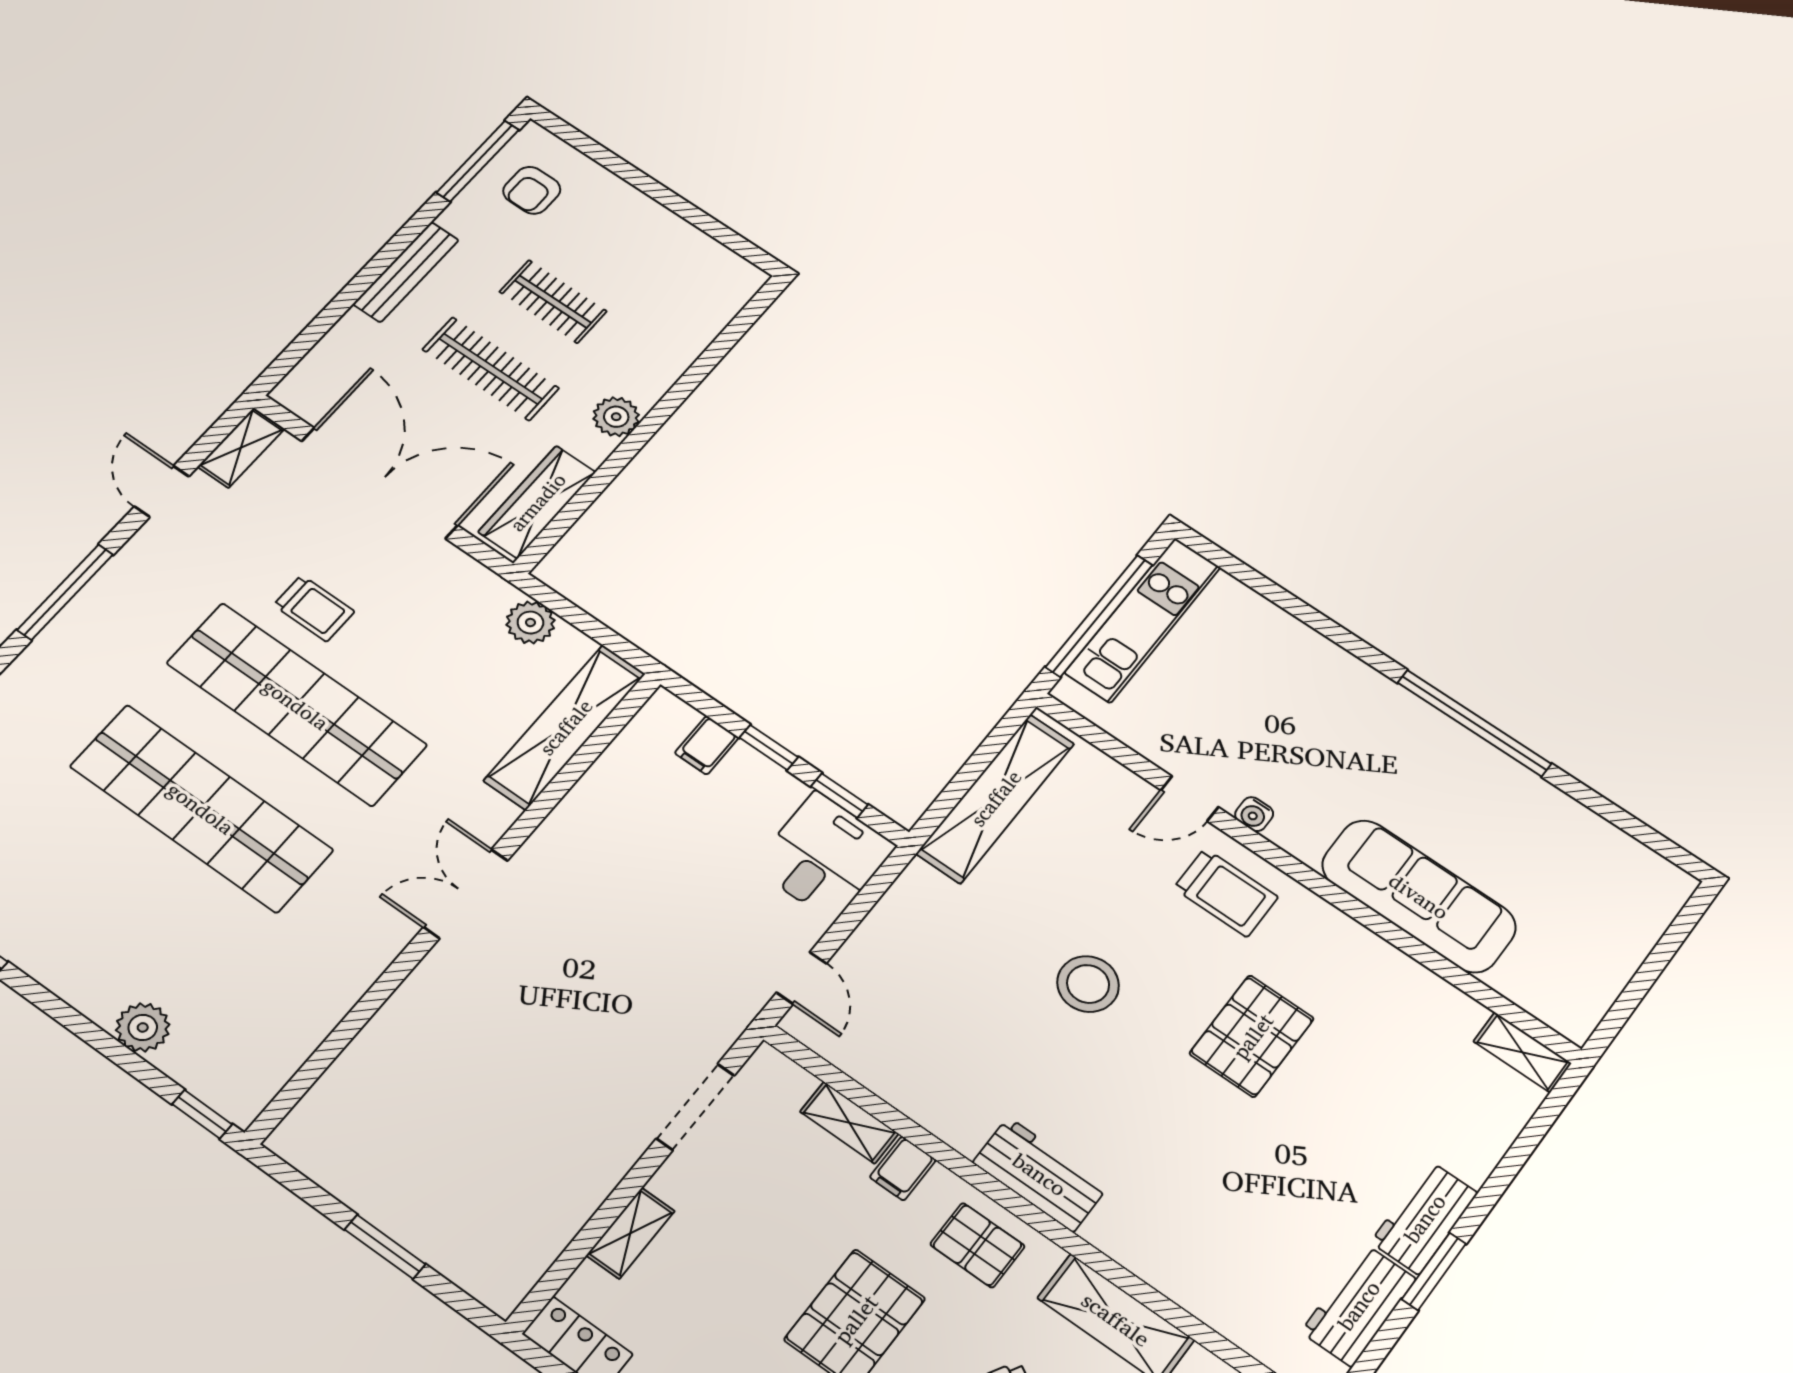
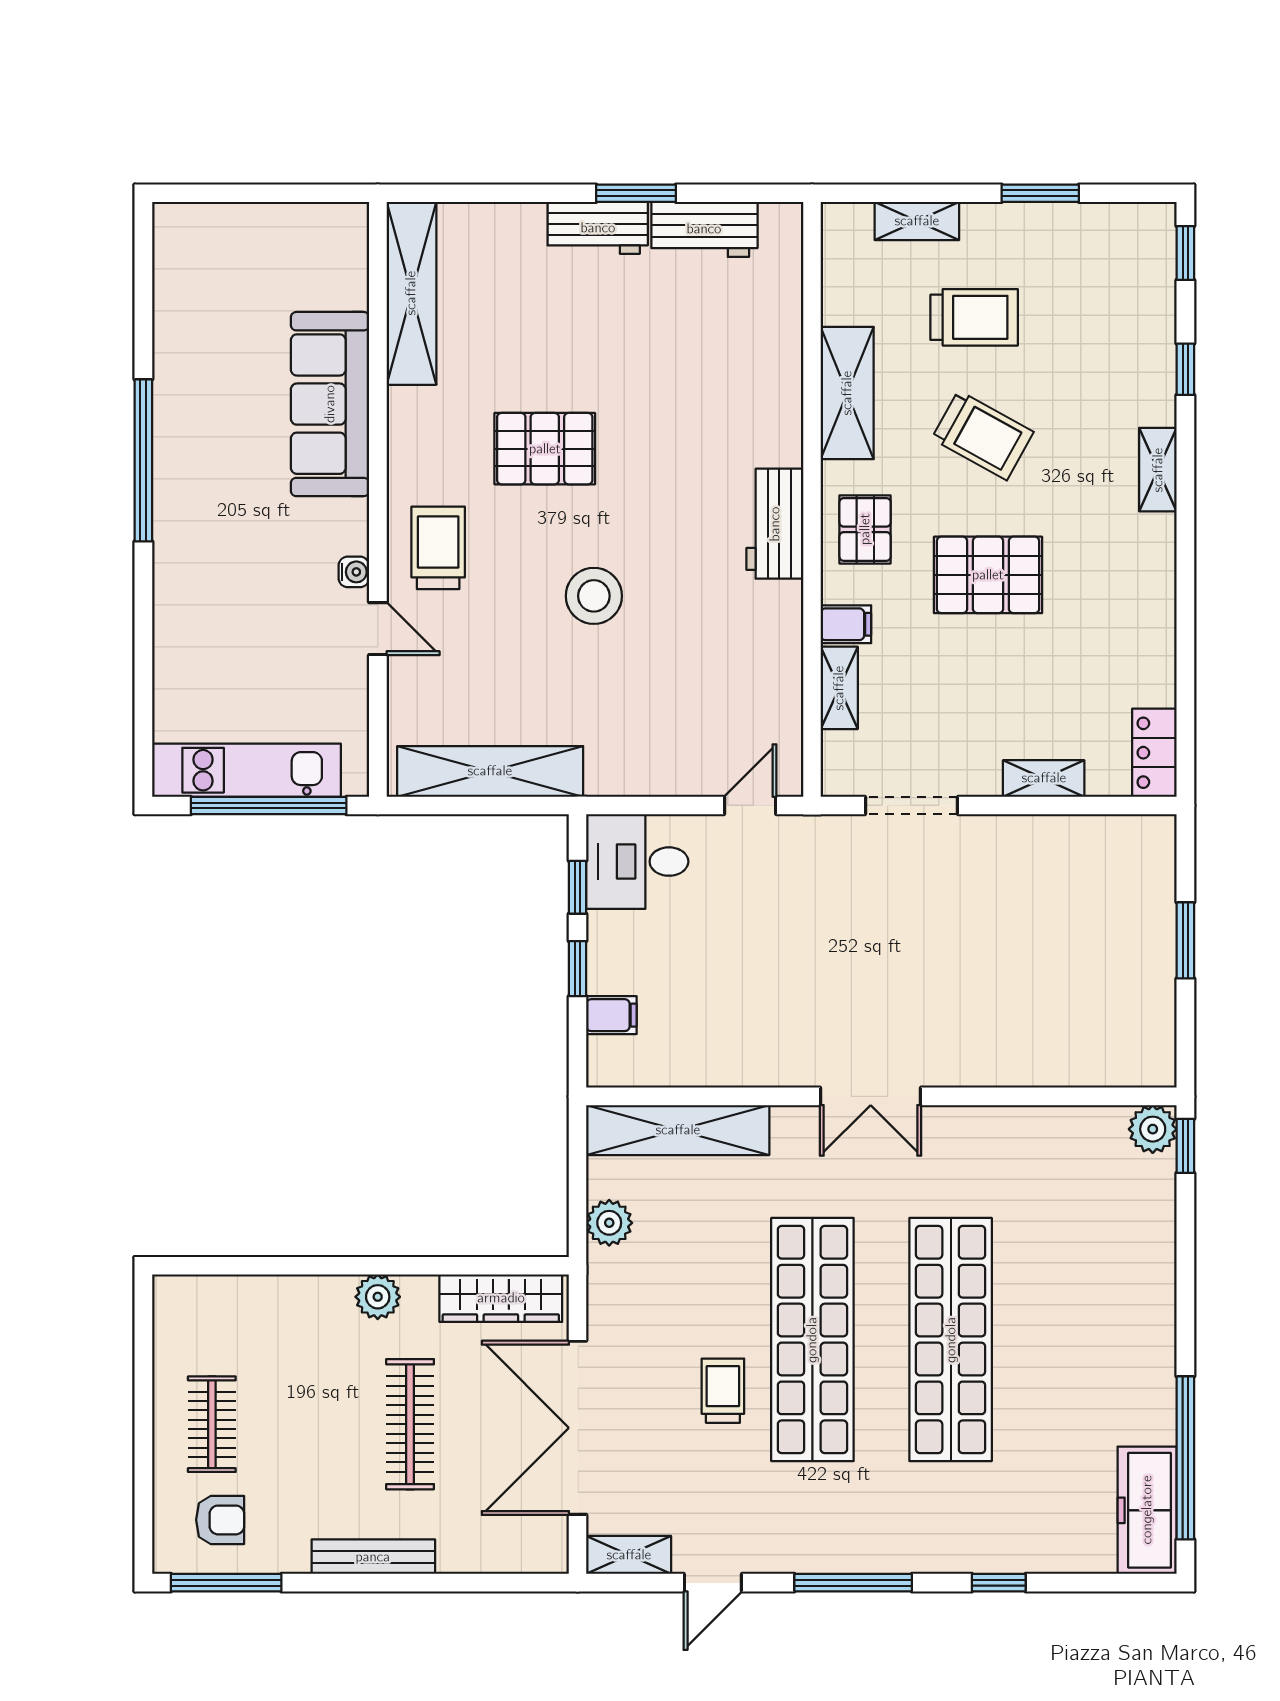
clothes rail: (553, 302) -> (212, 1424), moved
plant: (143, 1027) -> (1153, 1129), moved
shelving: (1522, 1052) -> (411, 293), width x2.20, depth x1.33

